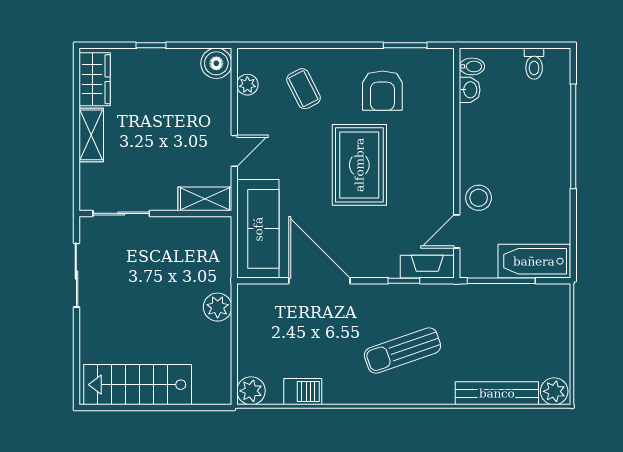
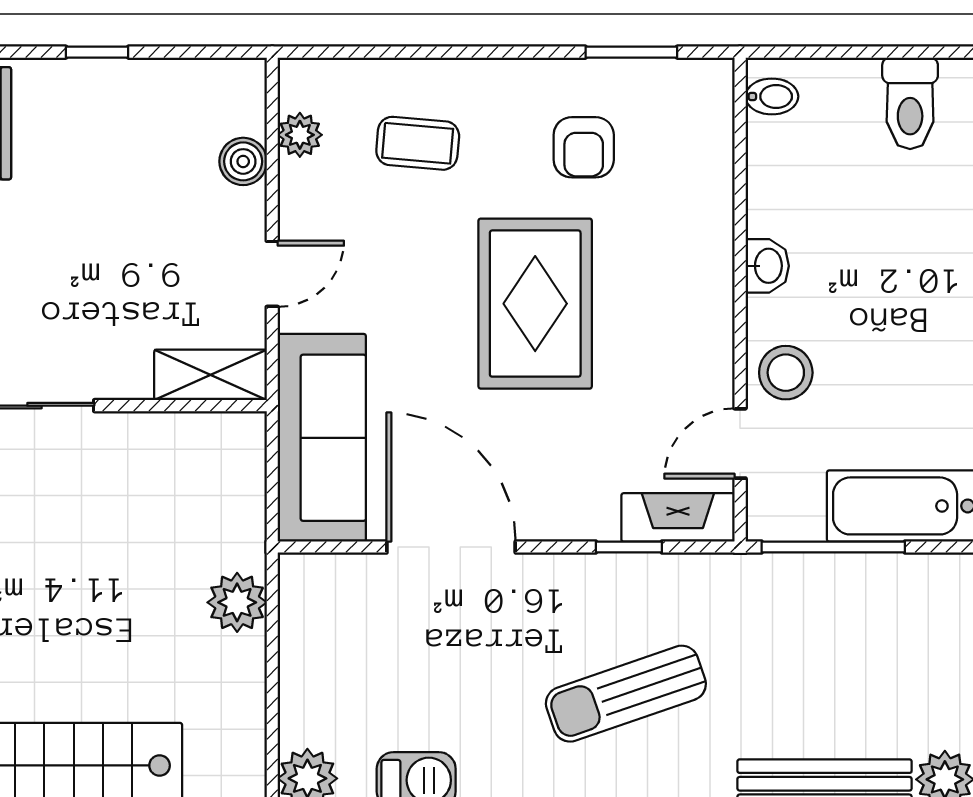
boiler: (216, 63) -> (243, 161), moved, width x0.73, depth x0.73
toilet: (534, 64) -> (910, 103), width x1.37, depth x1.39
coffee table: (303, 89) -> (418, 143), turned -58
washbasin: (470, 90) -> (767, 266), moved
armchair: (382, 91) -> (584, 147), width x0.72, depth x0.72

